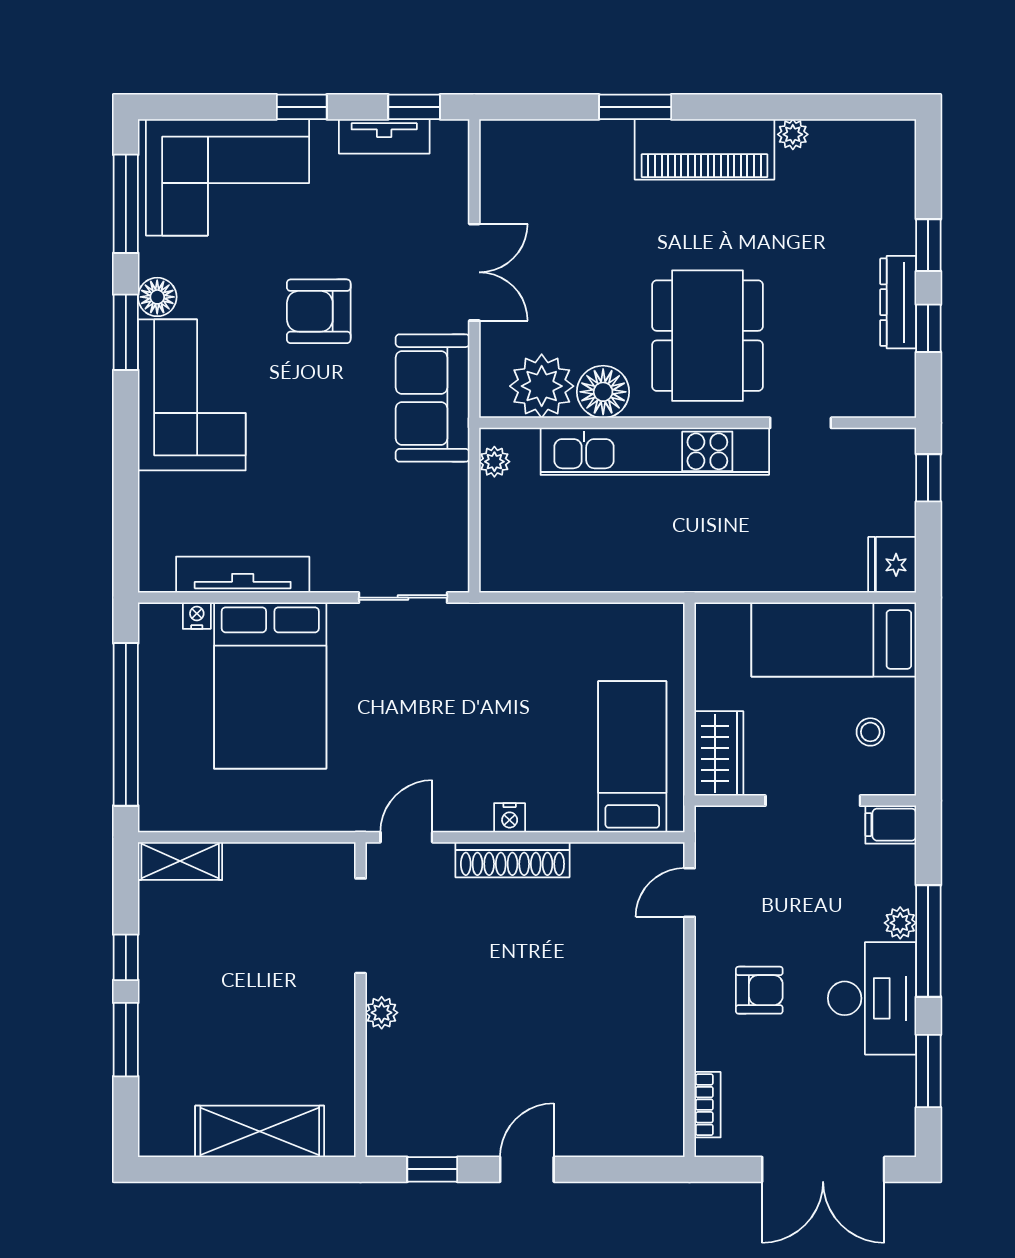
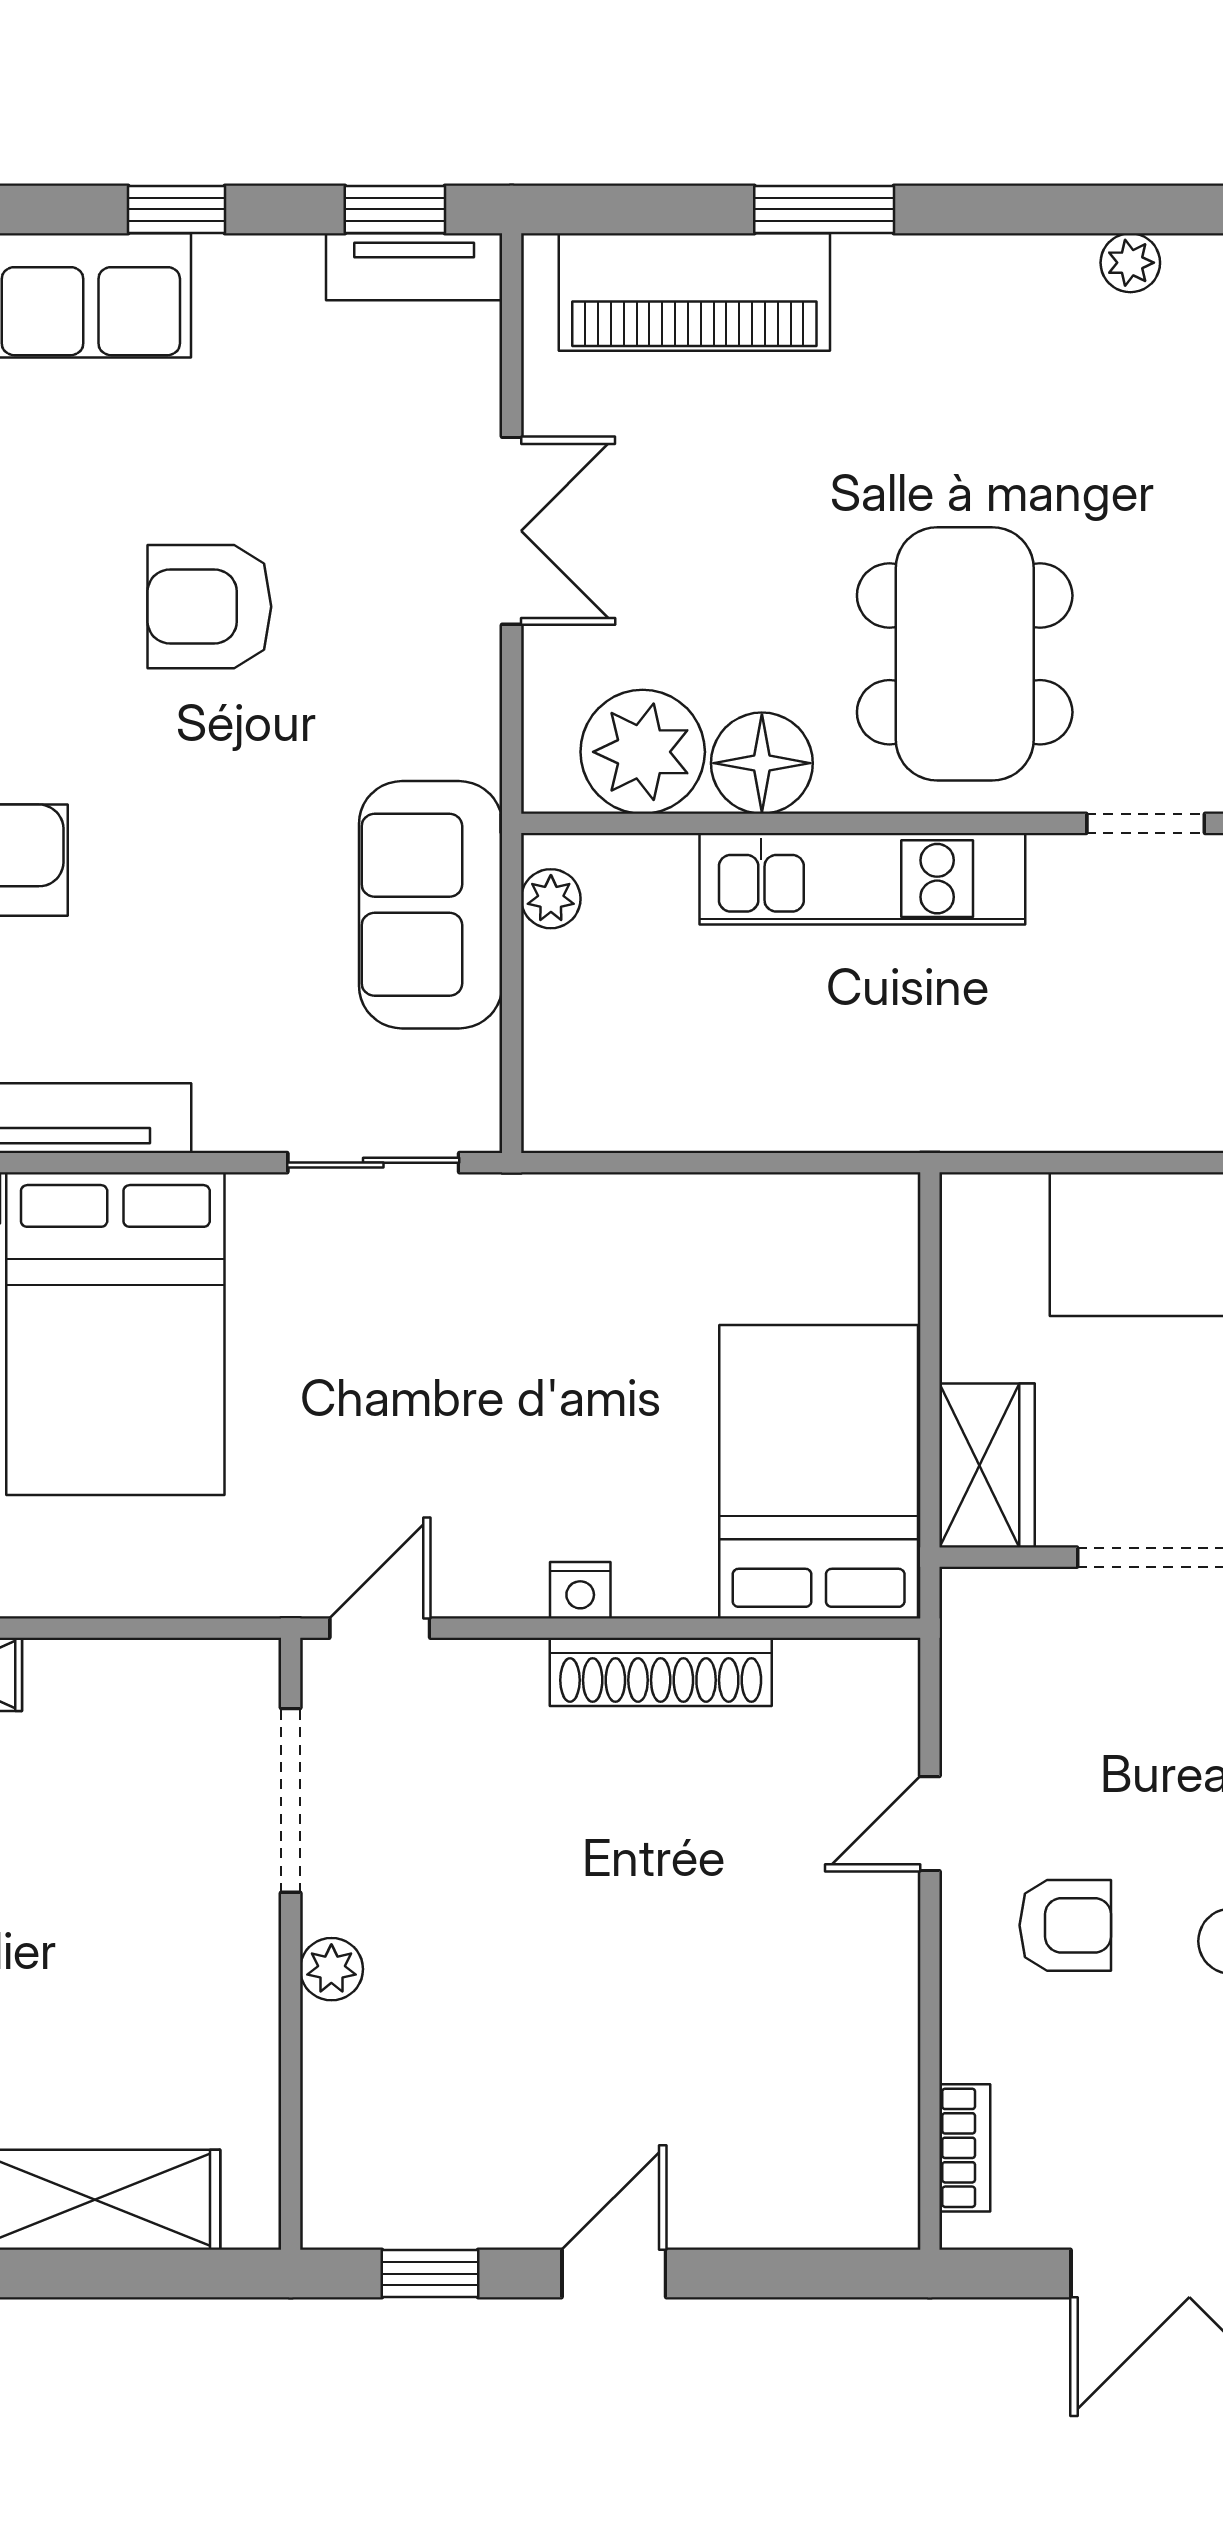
tv unit: (384, 136) -> (414, 267), moved
piano: (704, 149) -> (694, 292), moved
sofa: (433, 398) -> (431, 905), moved
kitchen unit: (655, 451) -> (862, 879), width x0.73
bed: (632, 757) -> (819, 1472), width x1.50
shoe rack: (512, 860) -> (661, 1672), moved
door: (690, 893) -> (930, 1824), moved

